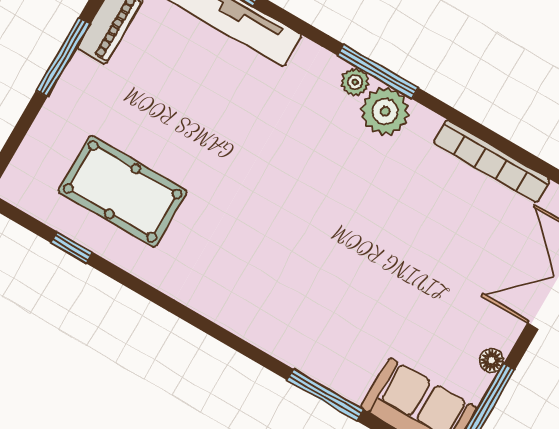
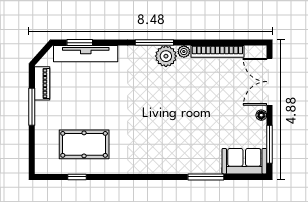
plant: (355, 82) -> (184, 52), moved
floor lamp: (491, 360) -> (261, 115), moved

